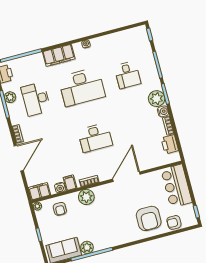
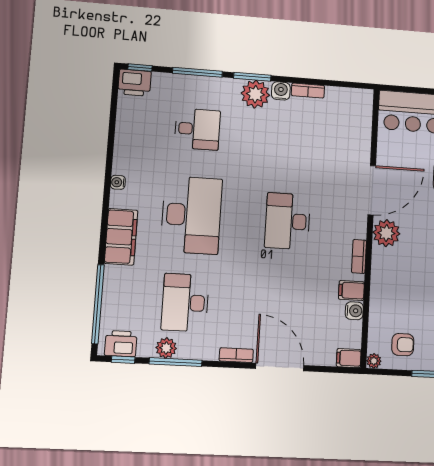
desk: (36, 99) -> (185, 303), turned 90
desk: (95, 138) -> (288, 221), turned 180
printer: (170, 144) -> (135, 83), moved
door: (126, 177) -> (372, 190), swing flipped
filing cabinet: (39, 191) -> (349, 358), width x0.50
plant: (86, 197) -> (386, 233), moved
armchair: (60, 209) -> (403, 345), moved

